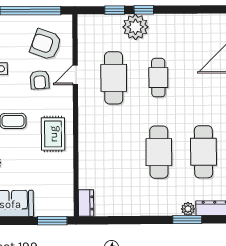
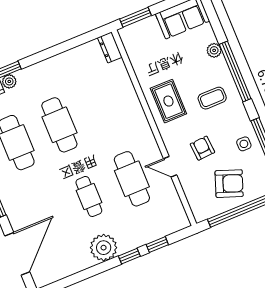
plant: (135, 27) -> (104, 248), moved
armchair: (46, 44) -> (229, 184), moved
door: (75, 75) -> (170, 167), swing flipped

